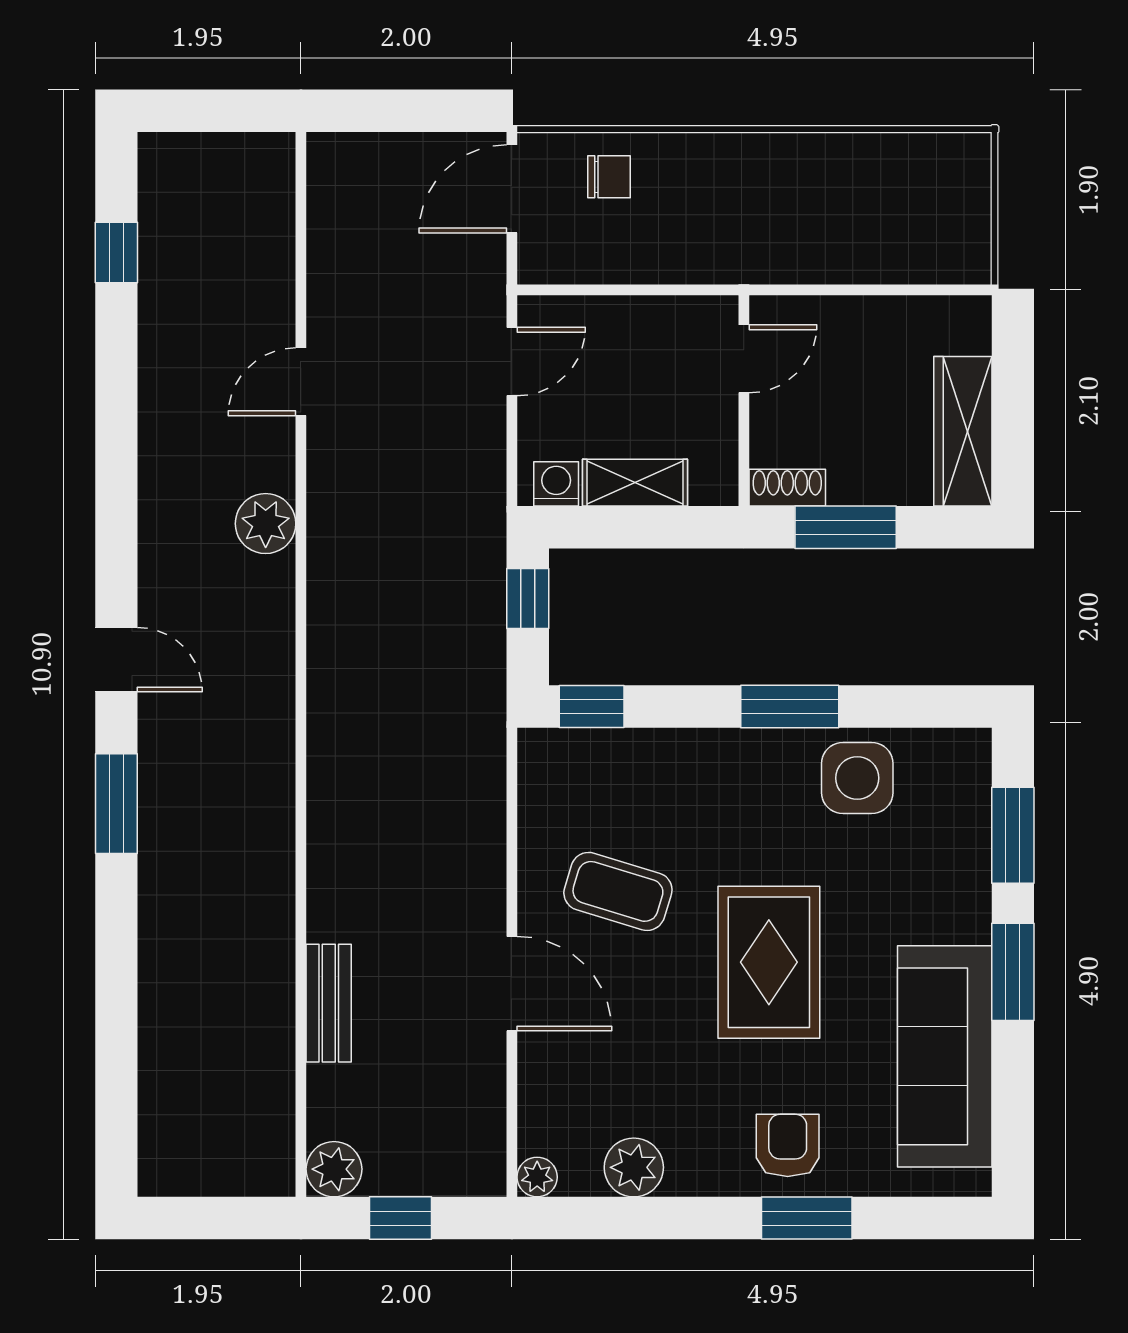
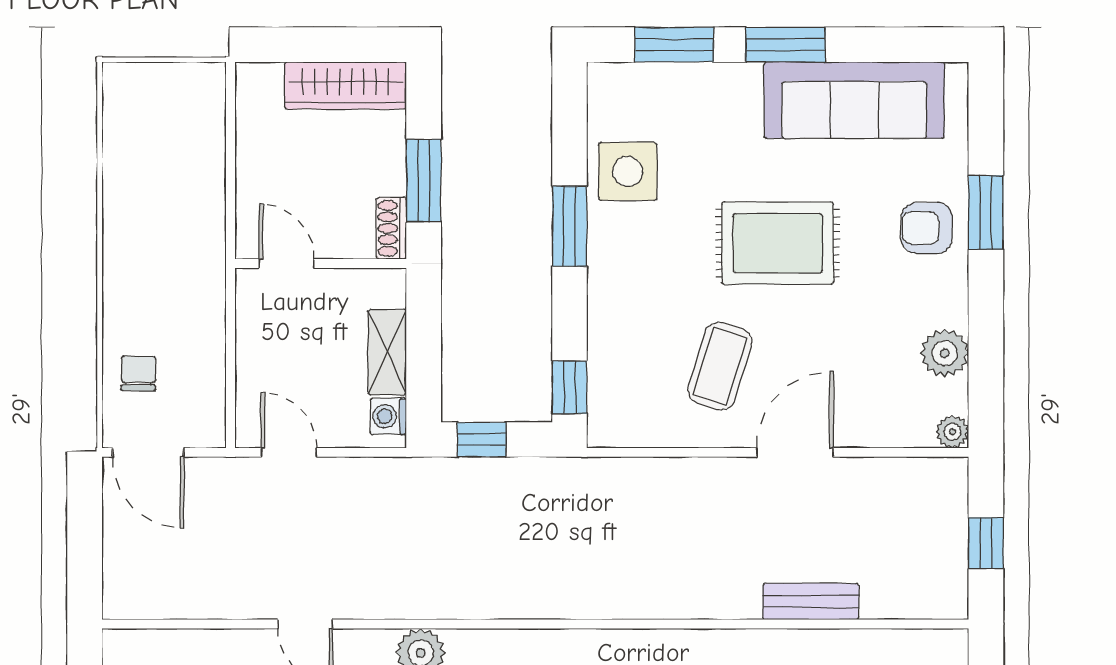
plant: (334, 1169) -> (946, 597), removed

